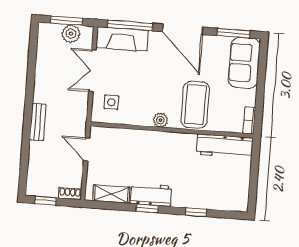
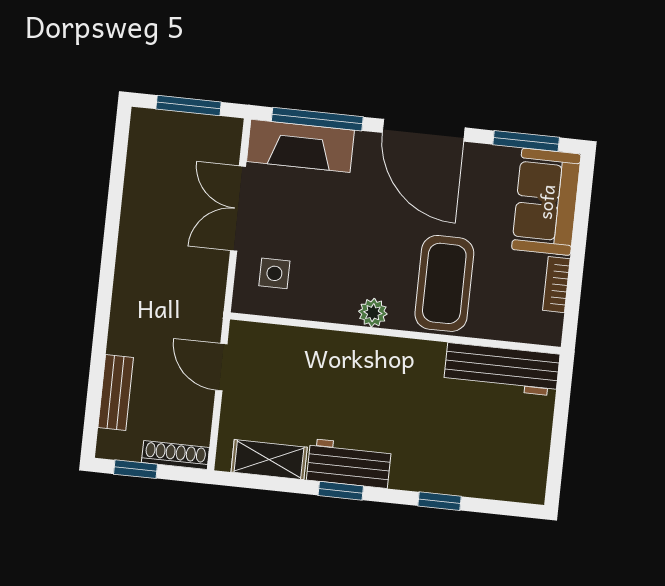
plant: (71, 34) -> (197, 132), removed
bookcase: (249, 121) -> (556, 285), moved
bench: (38, 122) -> (116, 393), moved
shoe rack: (70, 194) -> (175, 455), width x1.43

